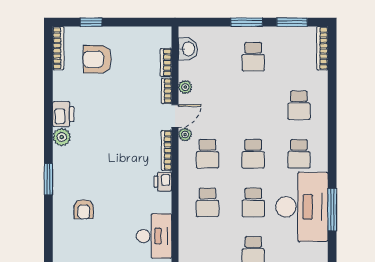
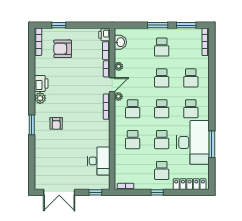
school desk: (253, 105) -> (162, 78), added
printer: (163, 182) -> (104, 35), moved
armchair: (84, 209) -> (56, 123), moved

